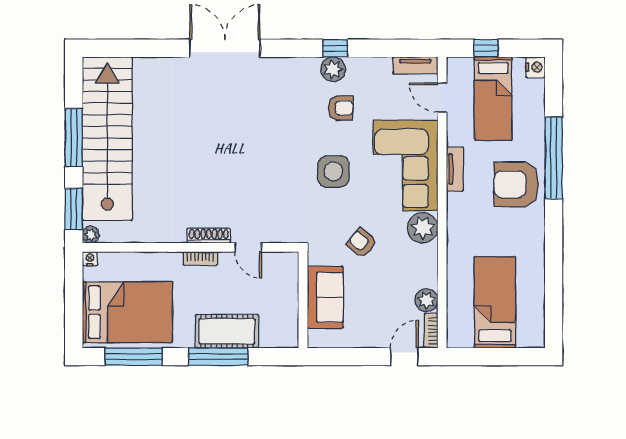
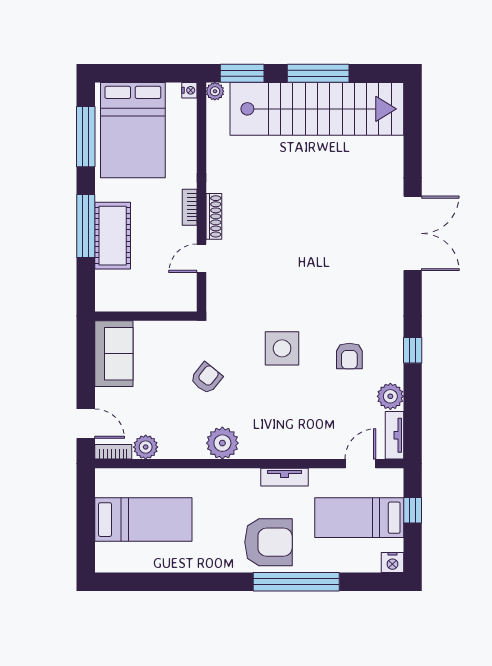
plant: (333, 69) -> (390, 396), moved
corner sofa: (406, 165) -> (288, 425), removed
armchair: (516, 184) -> (268, 542), turned 90
sofa: (325, 297) -> (114, 354), moved, turned -90

